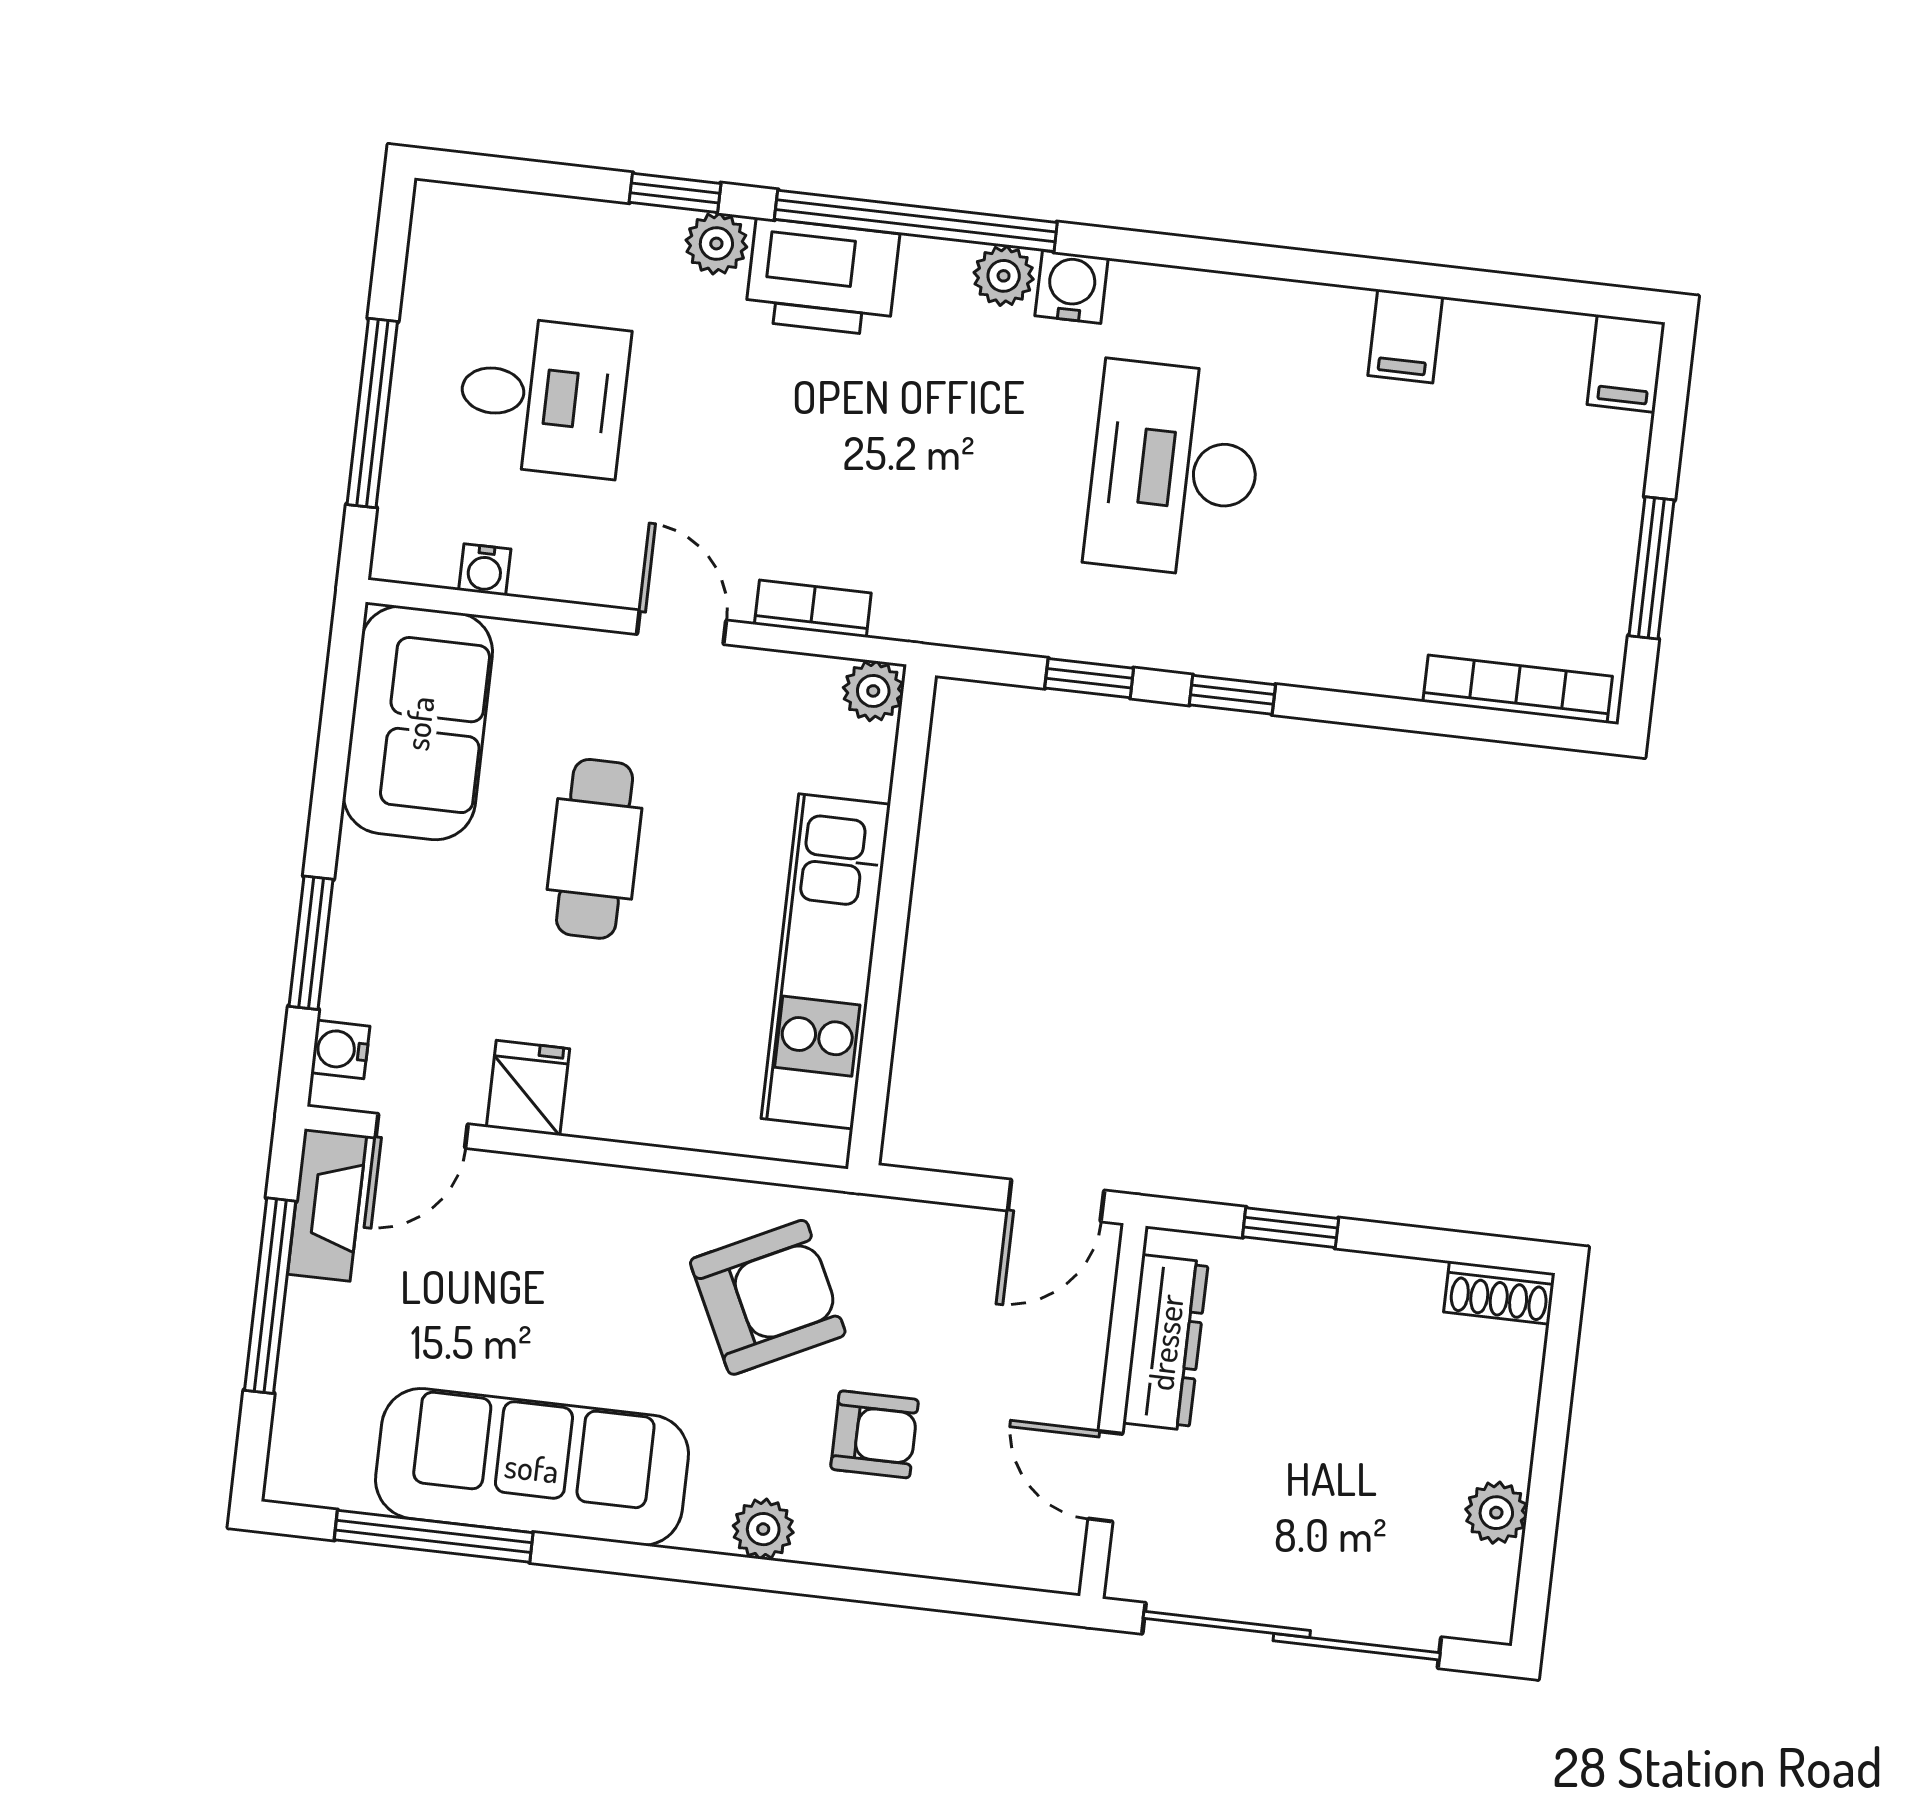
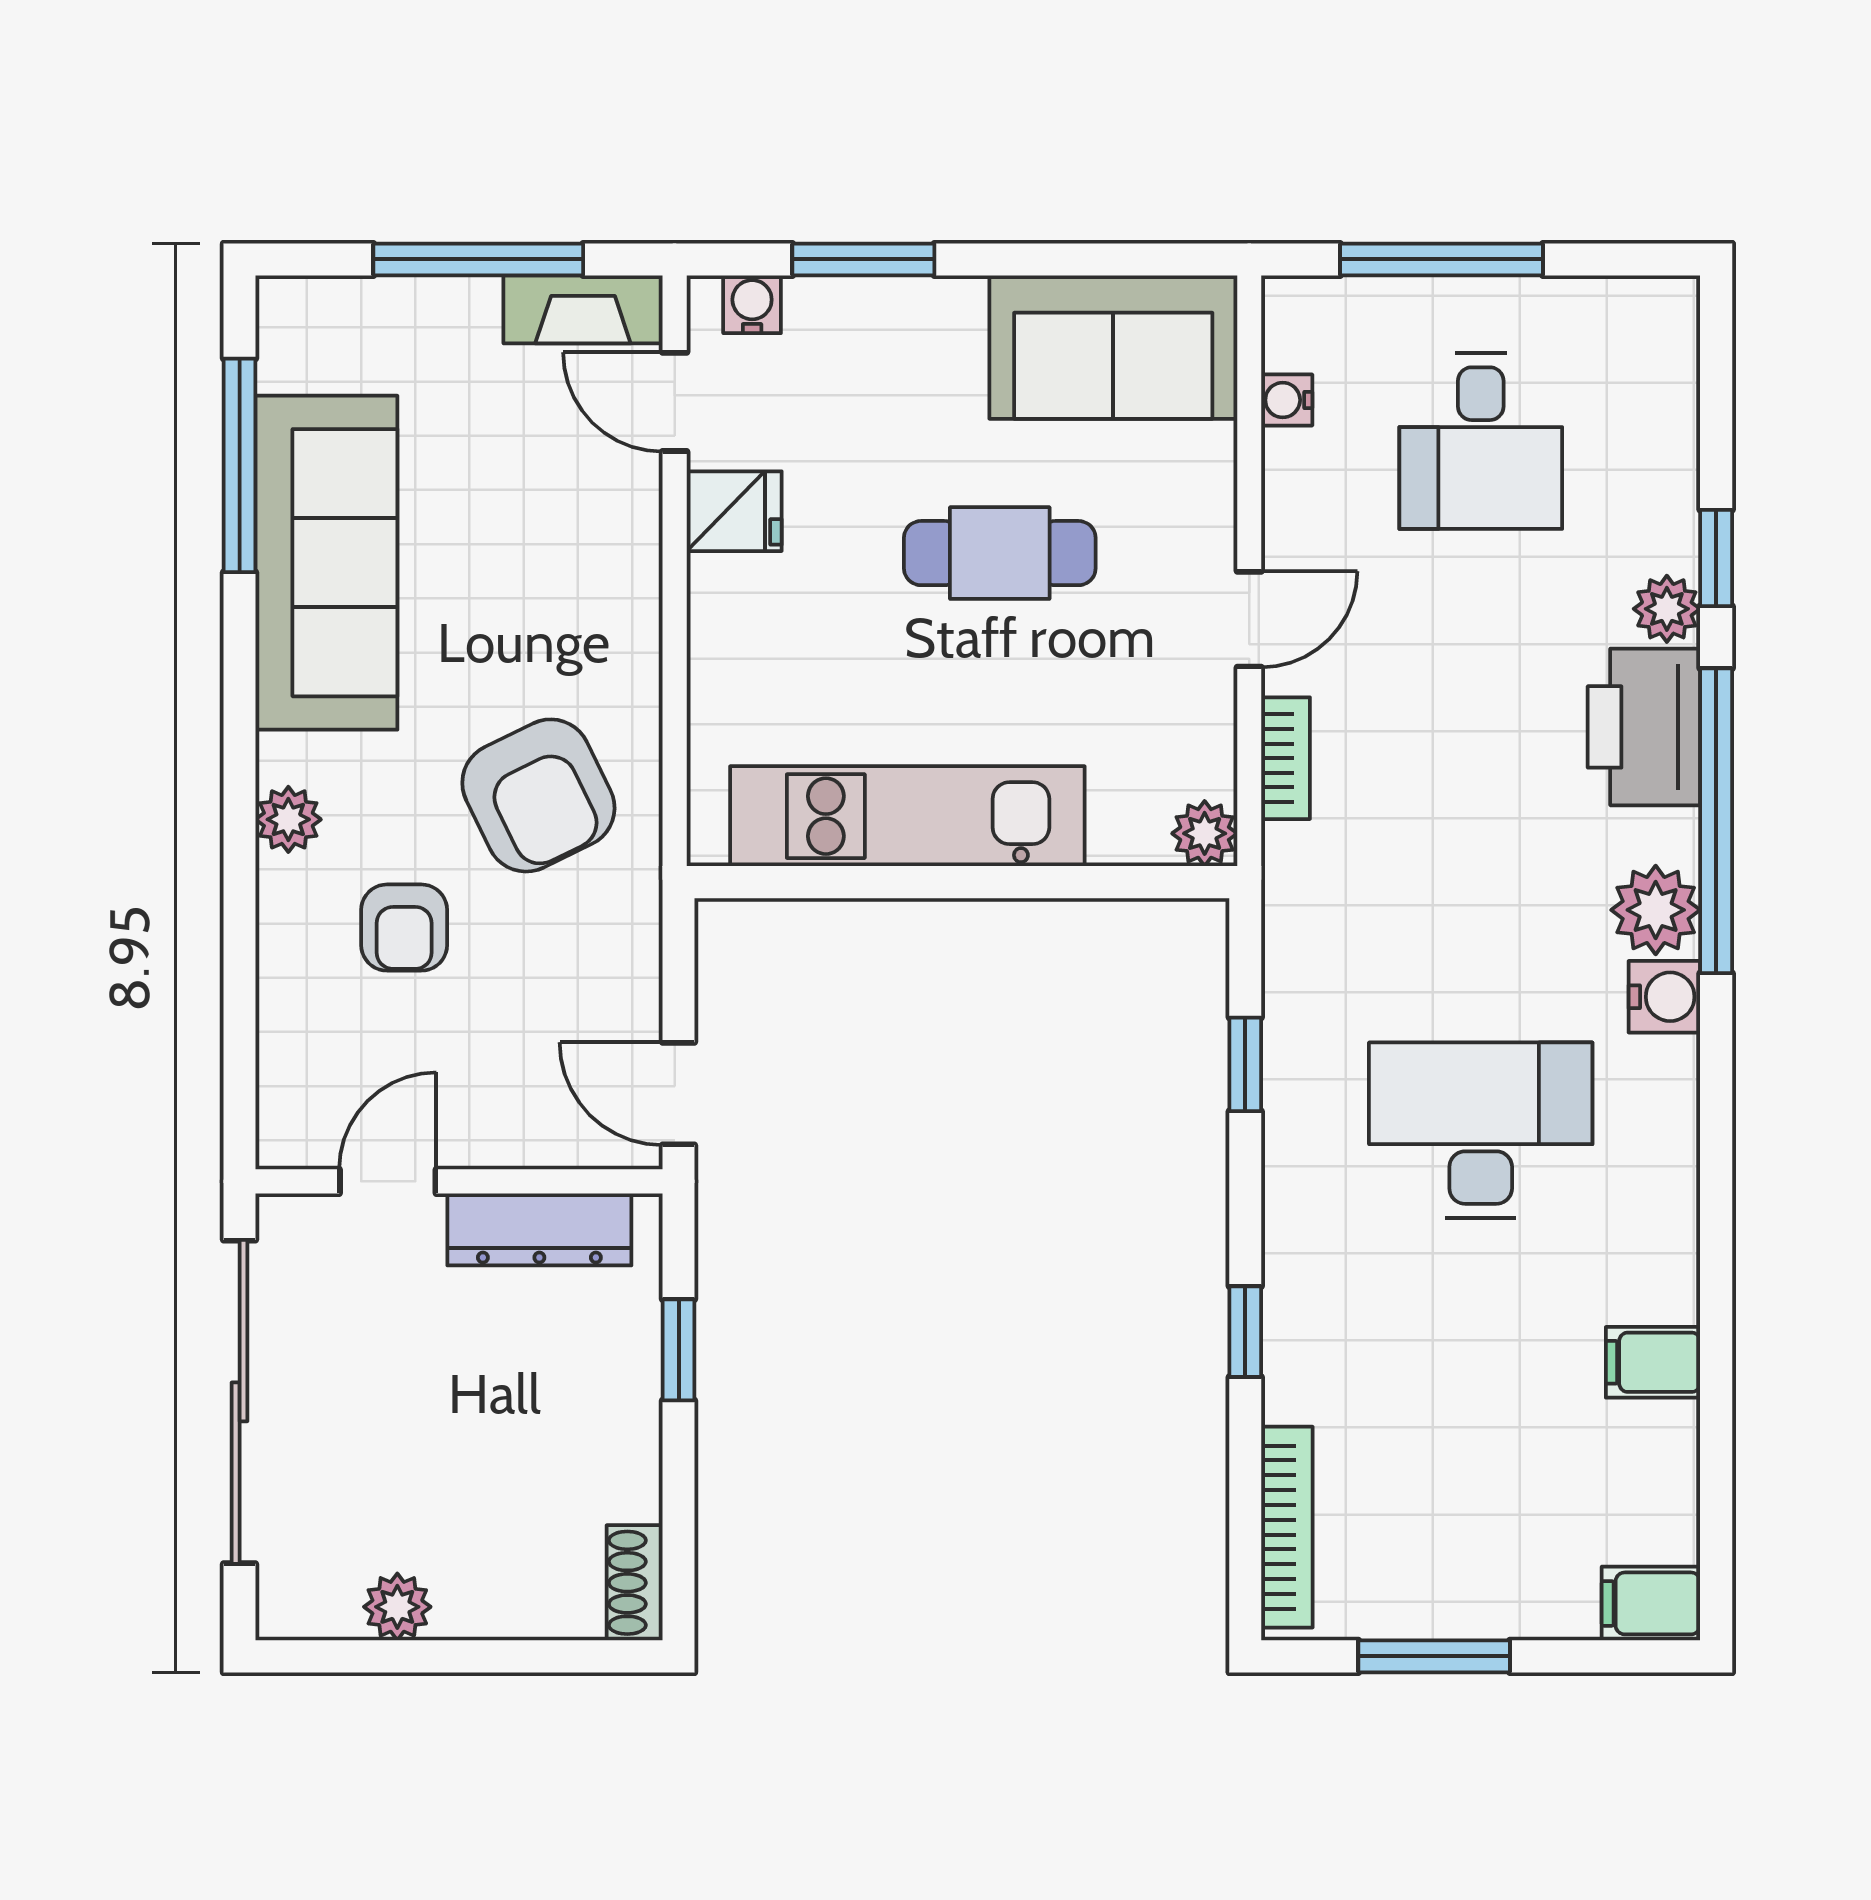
plant: (1004, 276) -> (1656, 910), width x1.38, depth x1.38
window: (1232, 695) -> (1245, 1332), moved

